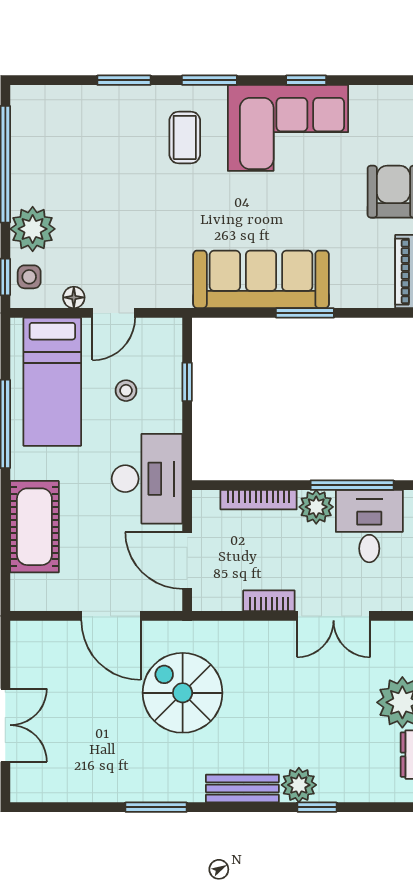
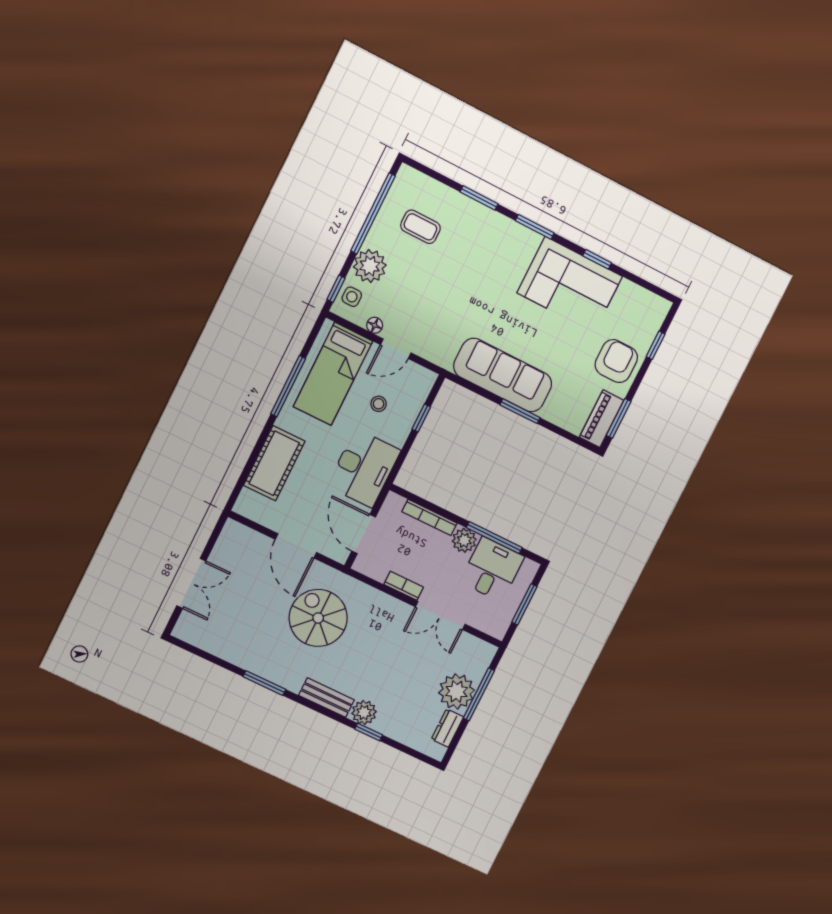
coffee table: (185, 137) -> (420, 227), moved, turned 90

